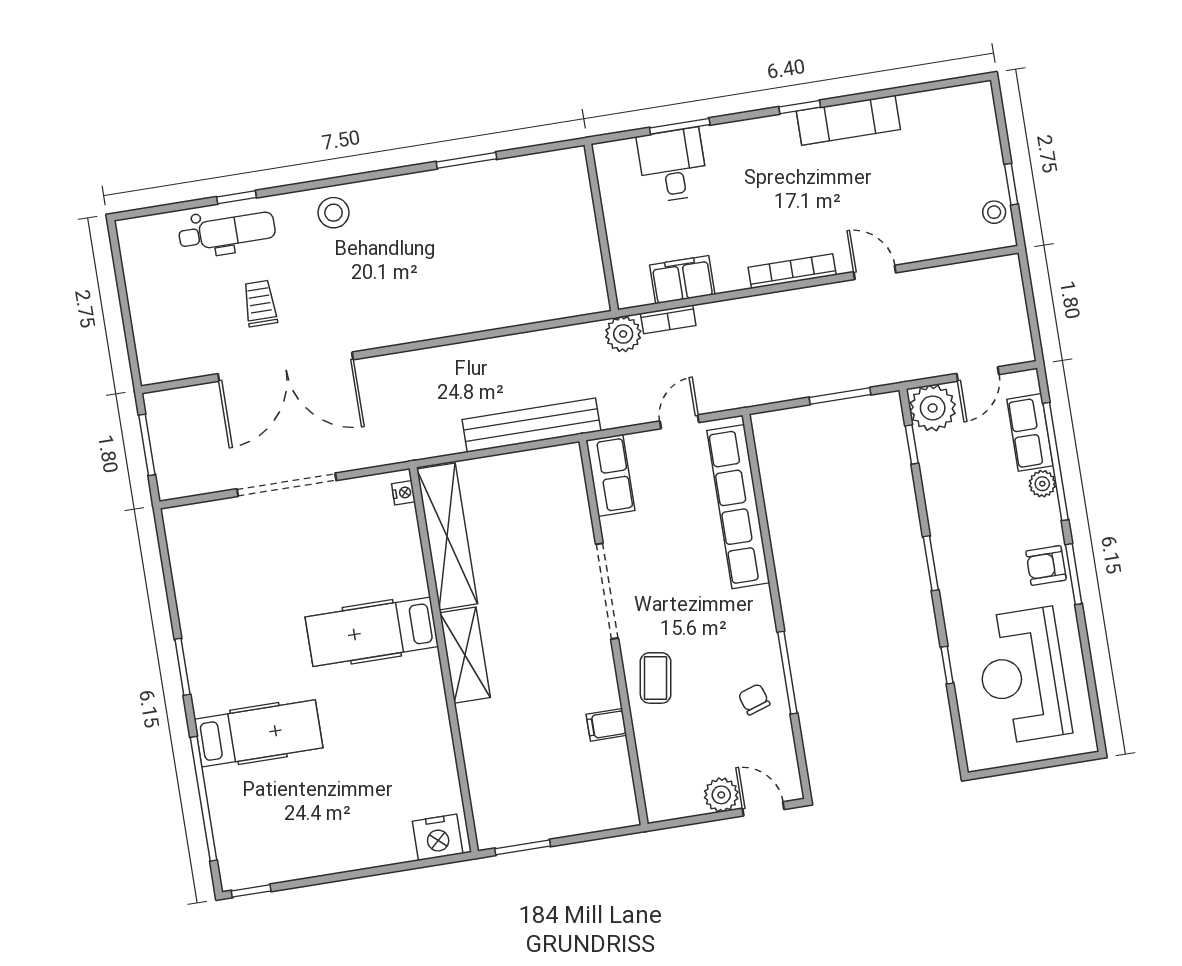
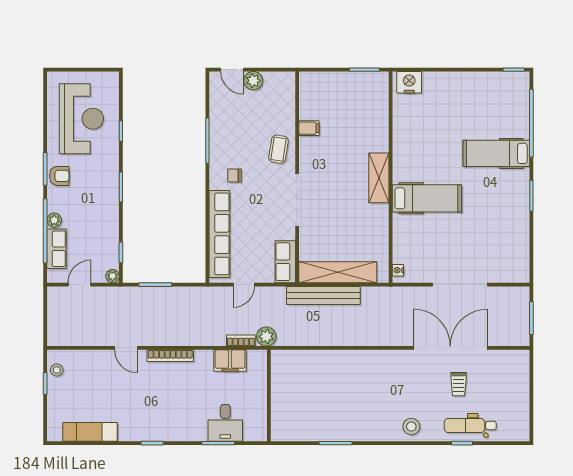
exam couch: (848, 120) -> (90, 432), moved
plant: (933, 408) -> (112, 276), width x0.53, depth x0.53
shelving: (447, 536) -> (338, 272), moved, turned 90
chair: (754, 699) -> (234, 175), moved, turned 108

